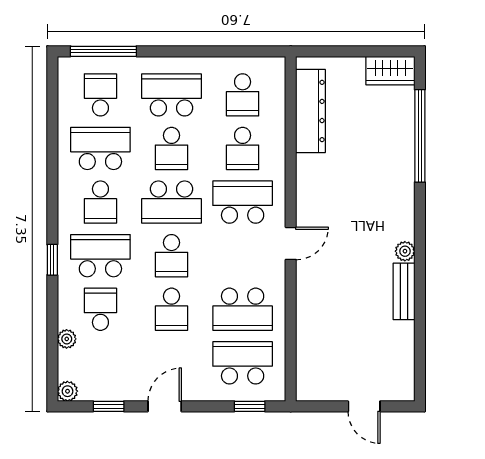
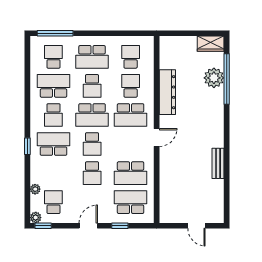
school desk: (172, 95) -> (92, 57), turned 180
school desk: (243, 95) -> (131, 57), turned 180
dresser: (310, 111) -> (167, 92), moved
school desk: (243, 148) -> (131, 86), turned 180
school desk: (243, 202) -> (131, 115), turned 180
plant: (405, 251) -> (214, 78), moved, width x1.88, depth x1.88
school desk: (100, 309) -> (53, 202), moved
window: (109, 406) -> (43, 226), moved
window: (250, 406) -> (120, 226), moved

